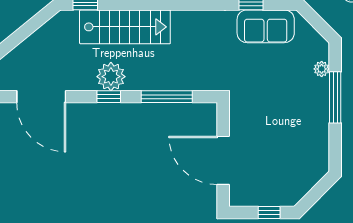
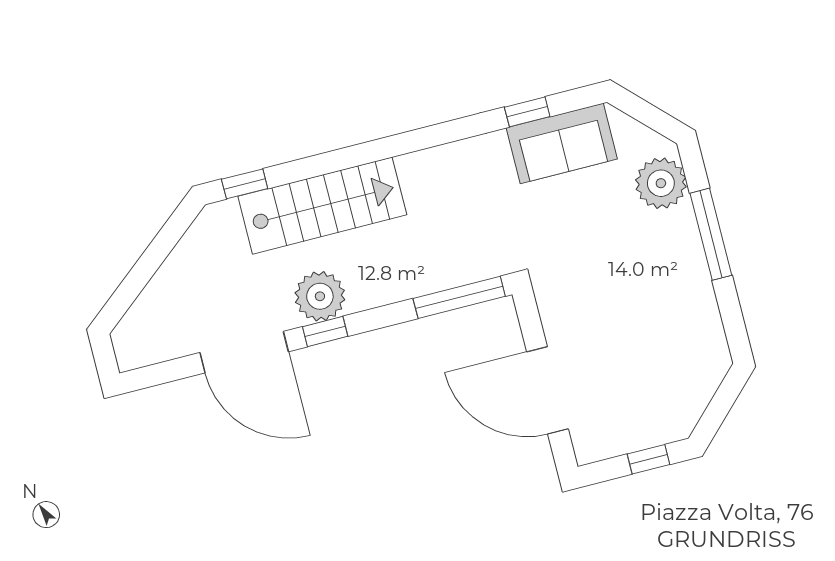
plant: (322, 69) -> (661, 183), width x1.87, depth x1.87
door: (41, 97) -> (244, 352), moved
window: (167, 97) -> (459, 297), moved

